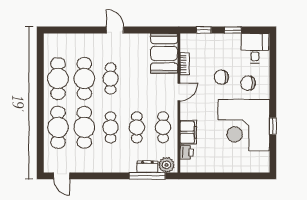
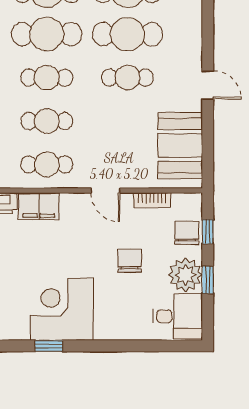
door: (115, 30) -> (208, 85), hinge flipped
plant: (230, 43) -> (185, 275), added
booth: (164, 53) -> (180, 146), moved, turned 90
chair: (248, 83) -> (187, 233), moved
corner desk: (244, 125) -> (62, 309), width x0.74, depth x0.74

